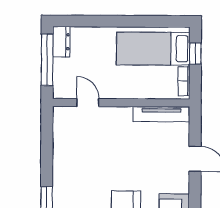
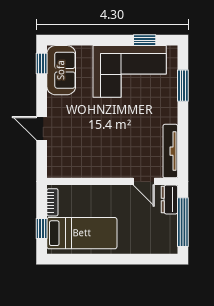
dresser: (61, 42) -> (169, 199), moved
tv unit: (161, 114) -> (170, 151), moved, turned -90

